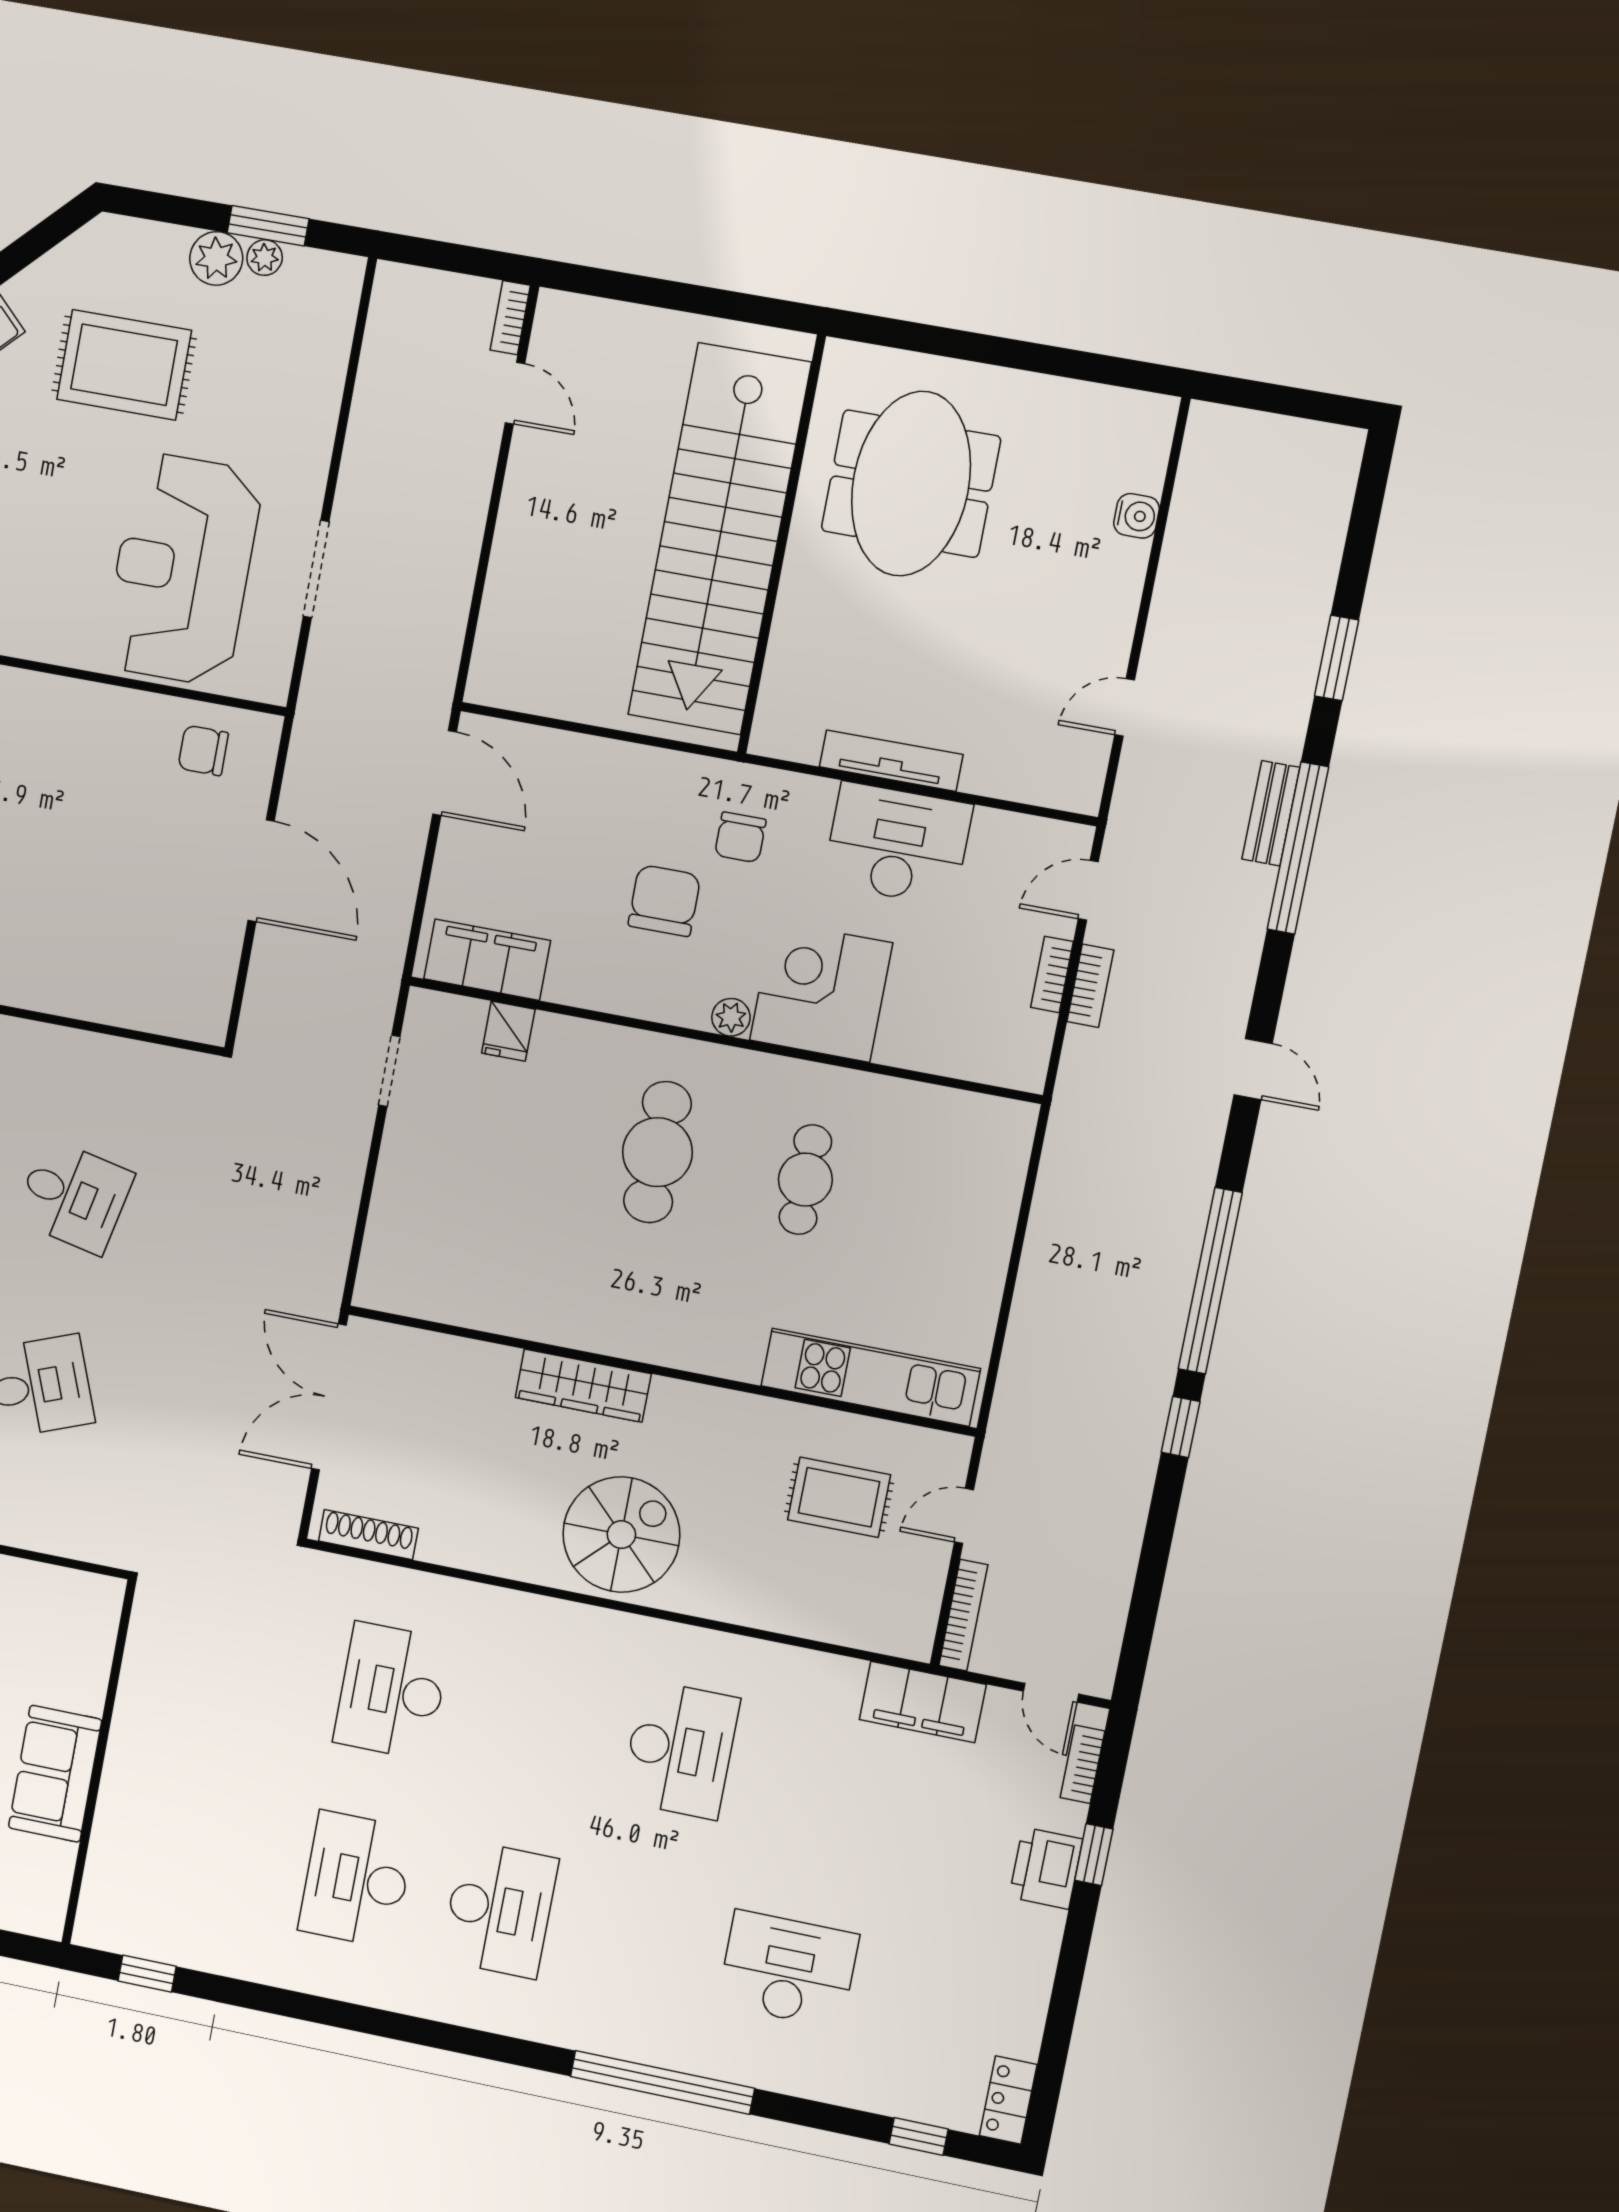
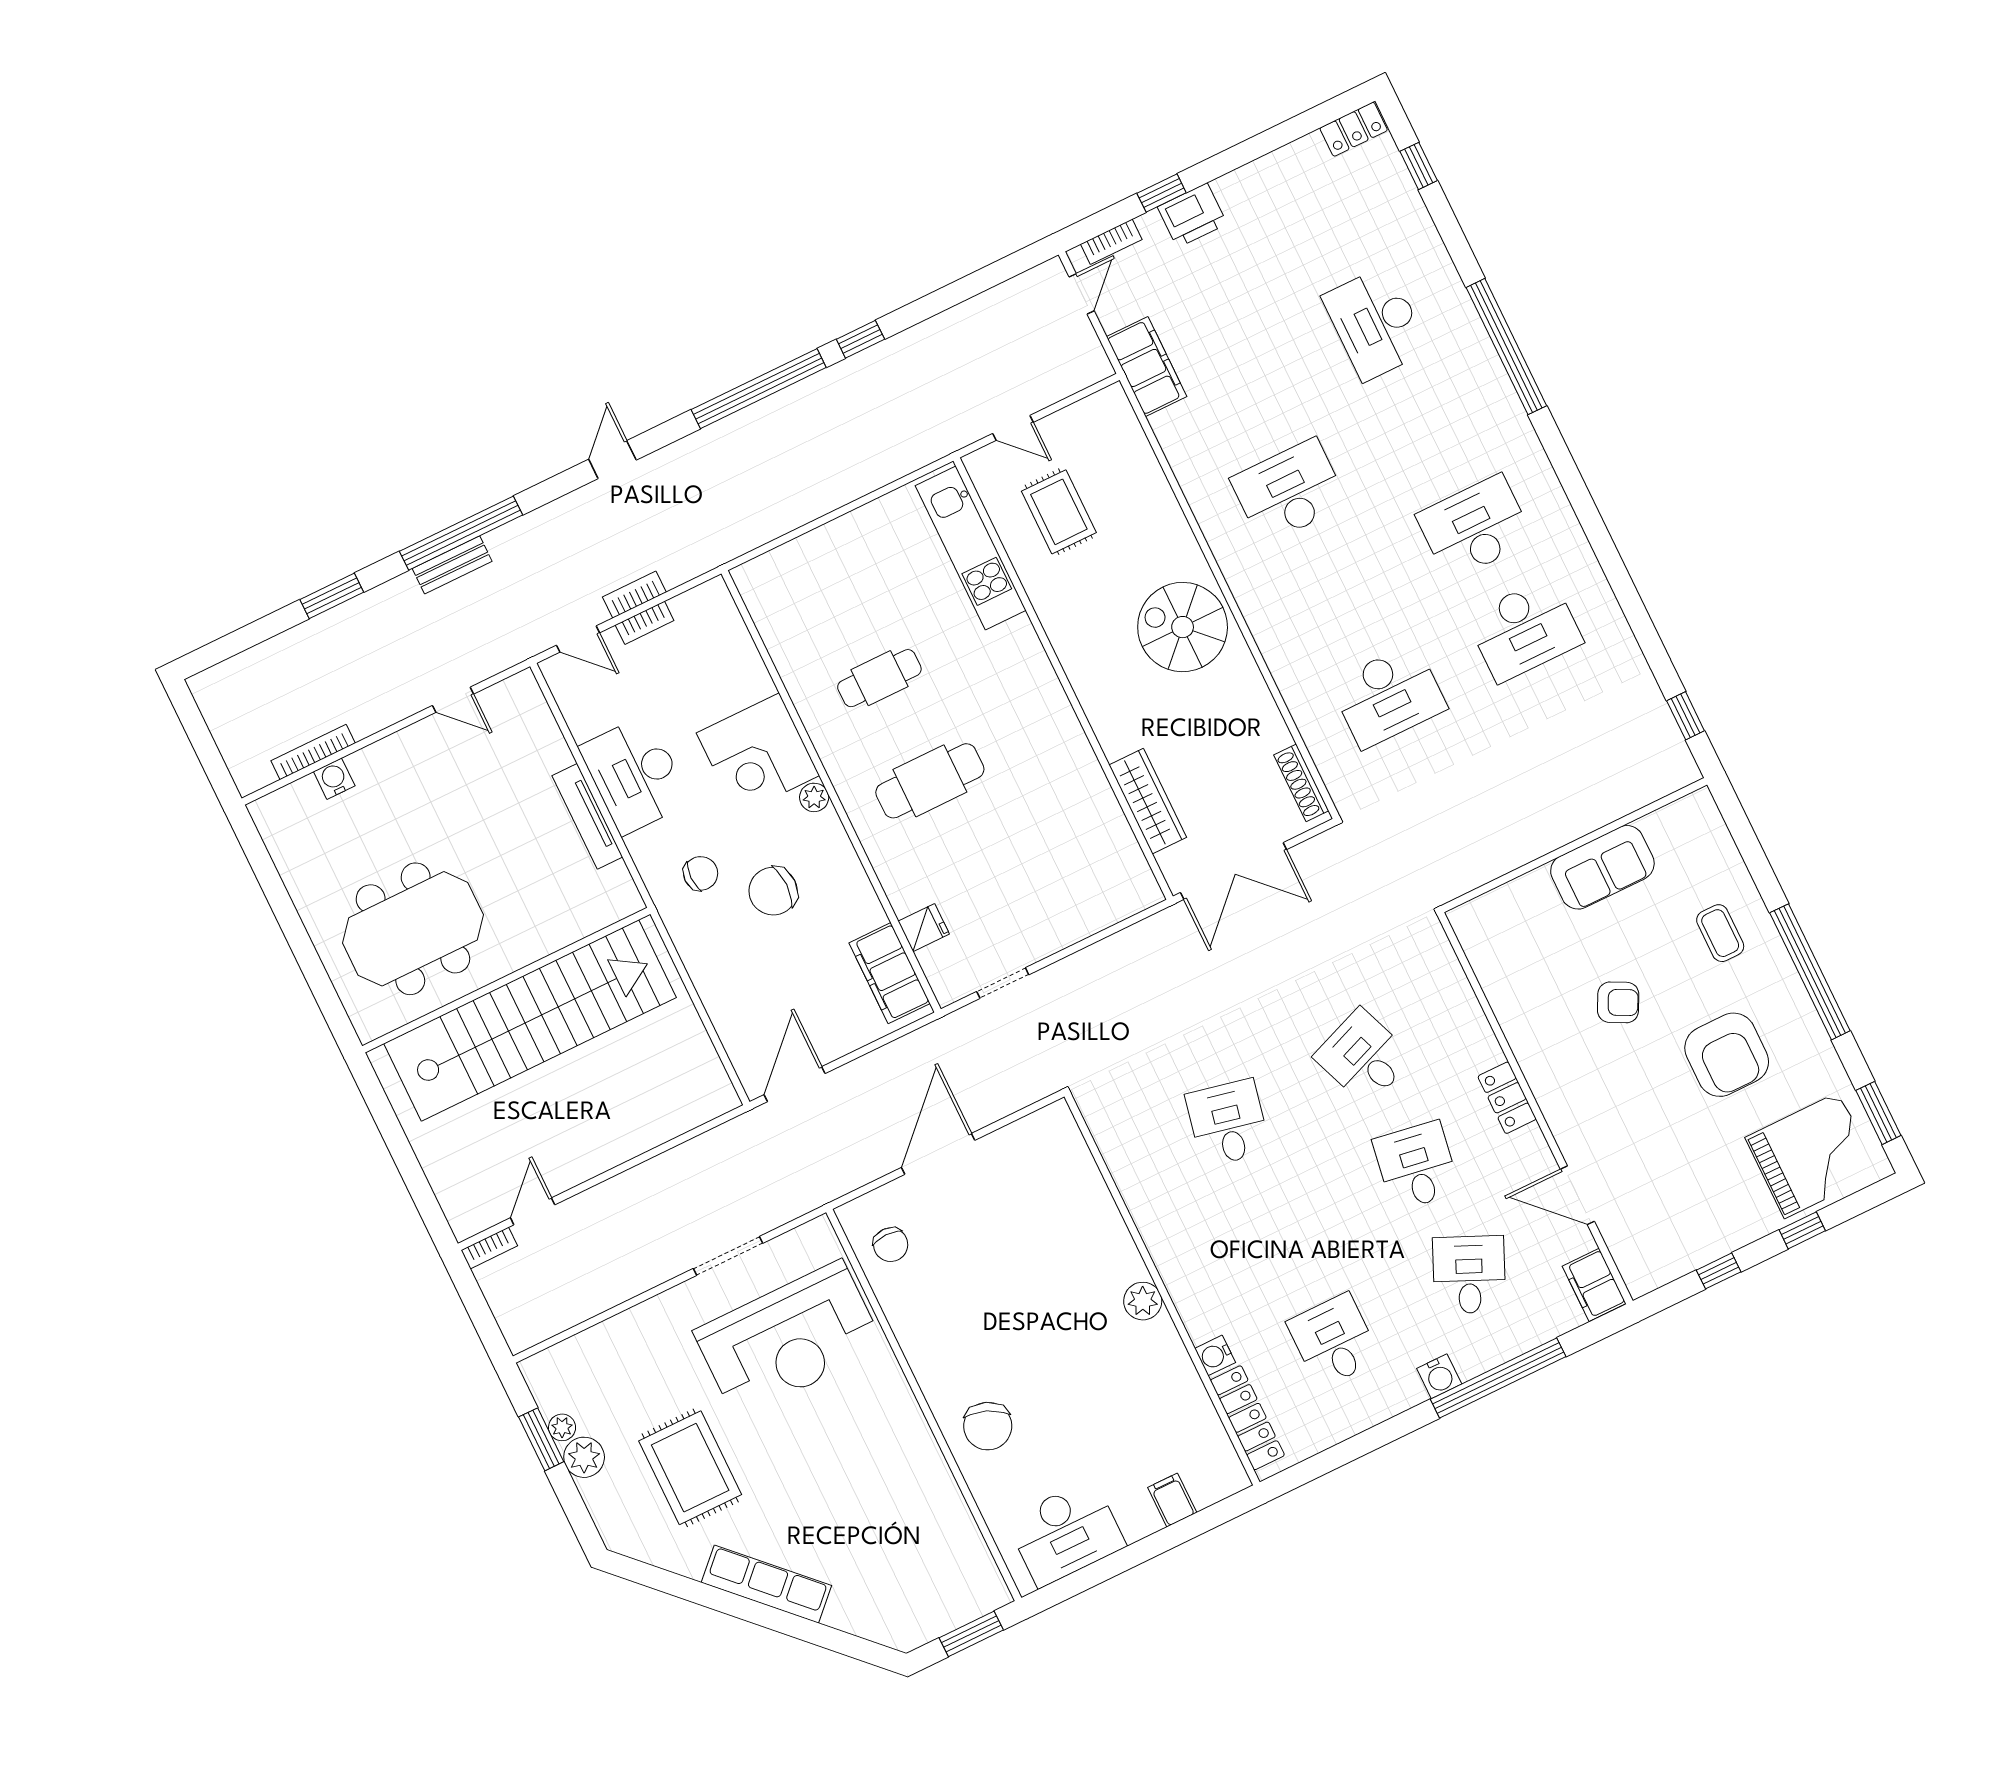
wardrobe: (583, 1386) -> (1148, 801), moved
bookcase: (963, 1615) -> (313, 752), moved

